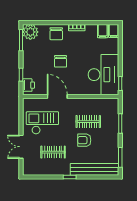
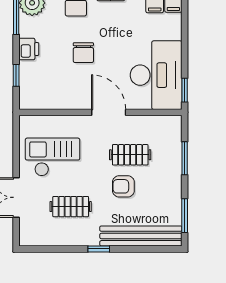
printer: (28, 85) -> (29, 49), moved
door: (57, 97) -> (109, 112), moved

